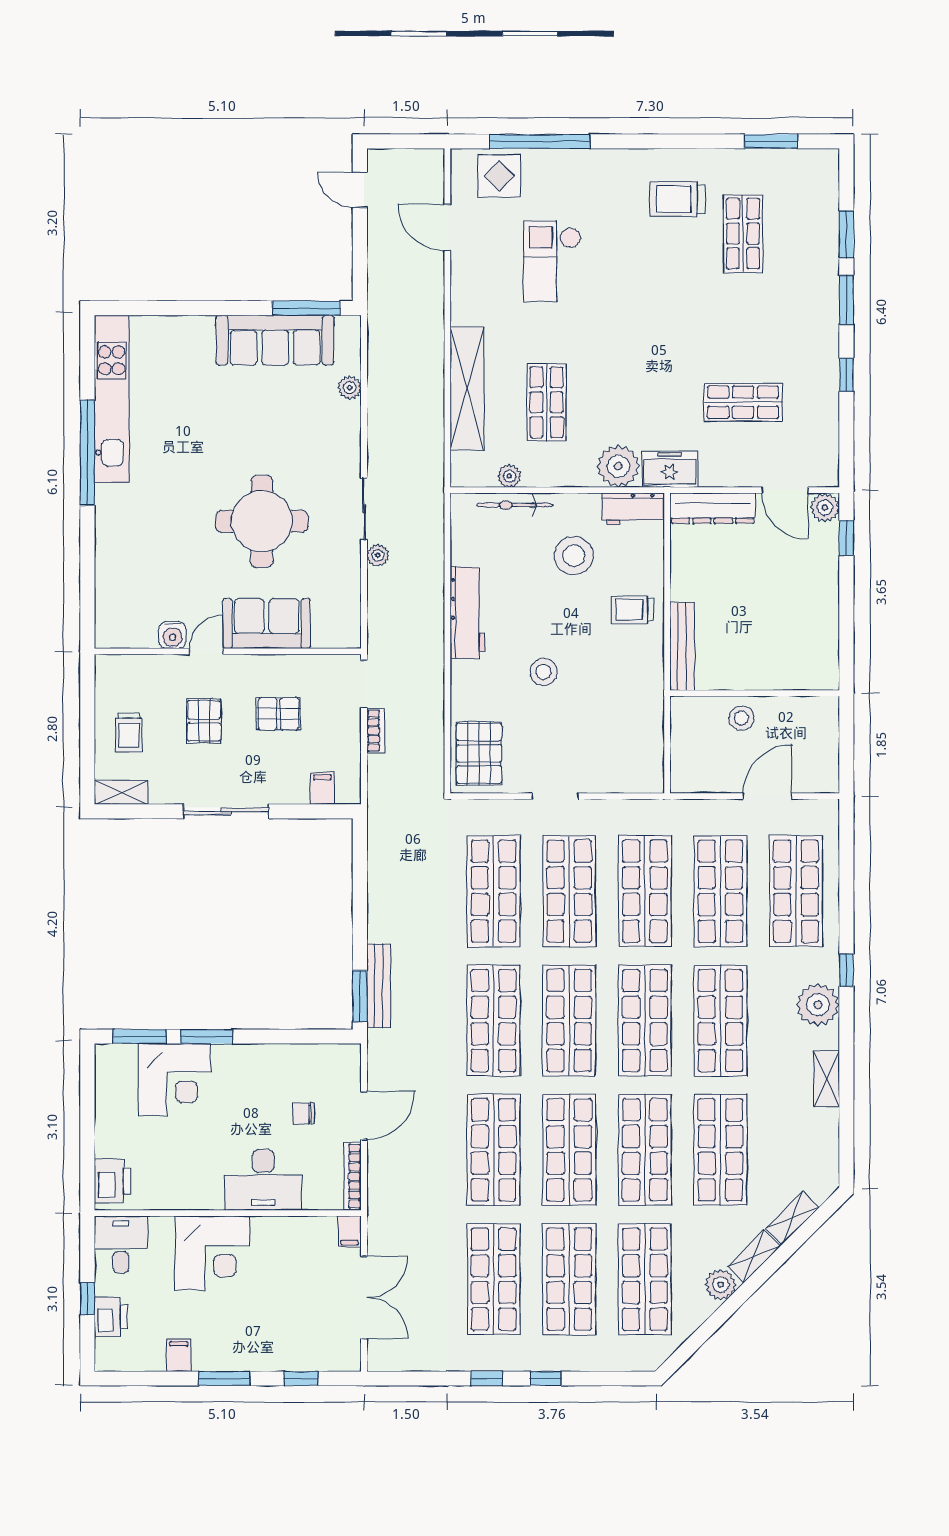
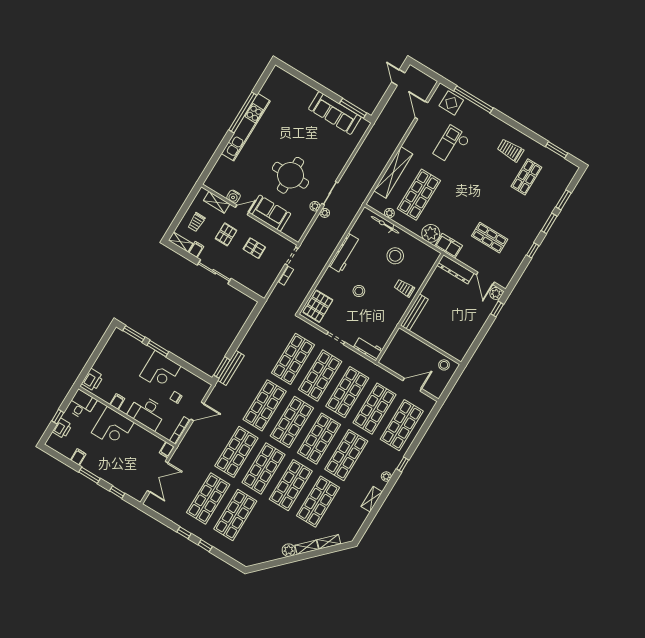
plant: (350, 388) -> (315, 206), moved
kitchen unit: (112, 399) -> (246, 127), moved
shop shelf: (547, 402) -> (419, 195), width x1.43, depth x1.36
workbench: (633, 509) -> (368, 348), moved, turned 180
shelving: (145, 667) -> (217, 202), added
stool: (741, 718) -> (444, 365), moved
filing cabinet: (322, 788) -> (196, 249), moved
plant: (818, 1005) -> (386, 477), width x0.53, depth x0.53
corner desk: (174, 1080) -> (160, 371), moved
filing cabinet: (189, 1195) -> (117, 402), added
shop shelf: (645, 1279) -> (262, 532), removed

